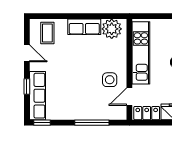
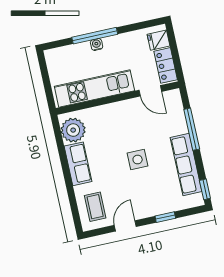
coffee table: (47, 33) -> (95, 207), turned 90
side table: (110, 80) -> (138, 160), moved
row of seats: (38, 96) -> (186, 165), moved, turned -90

